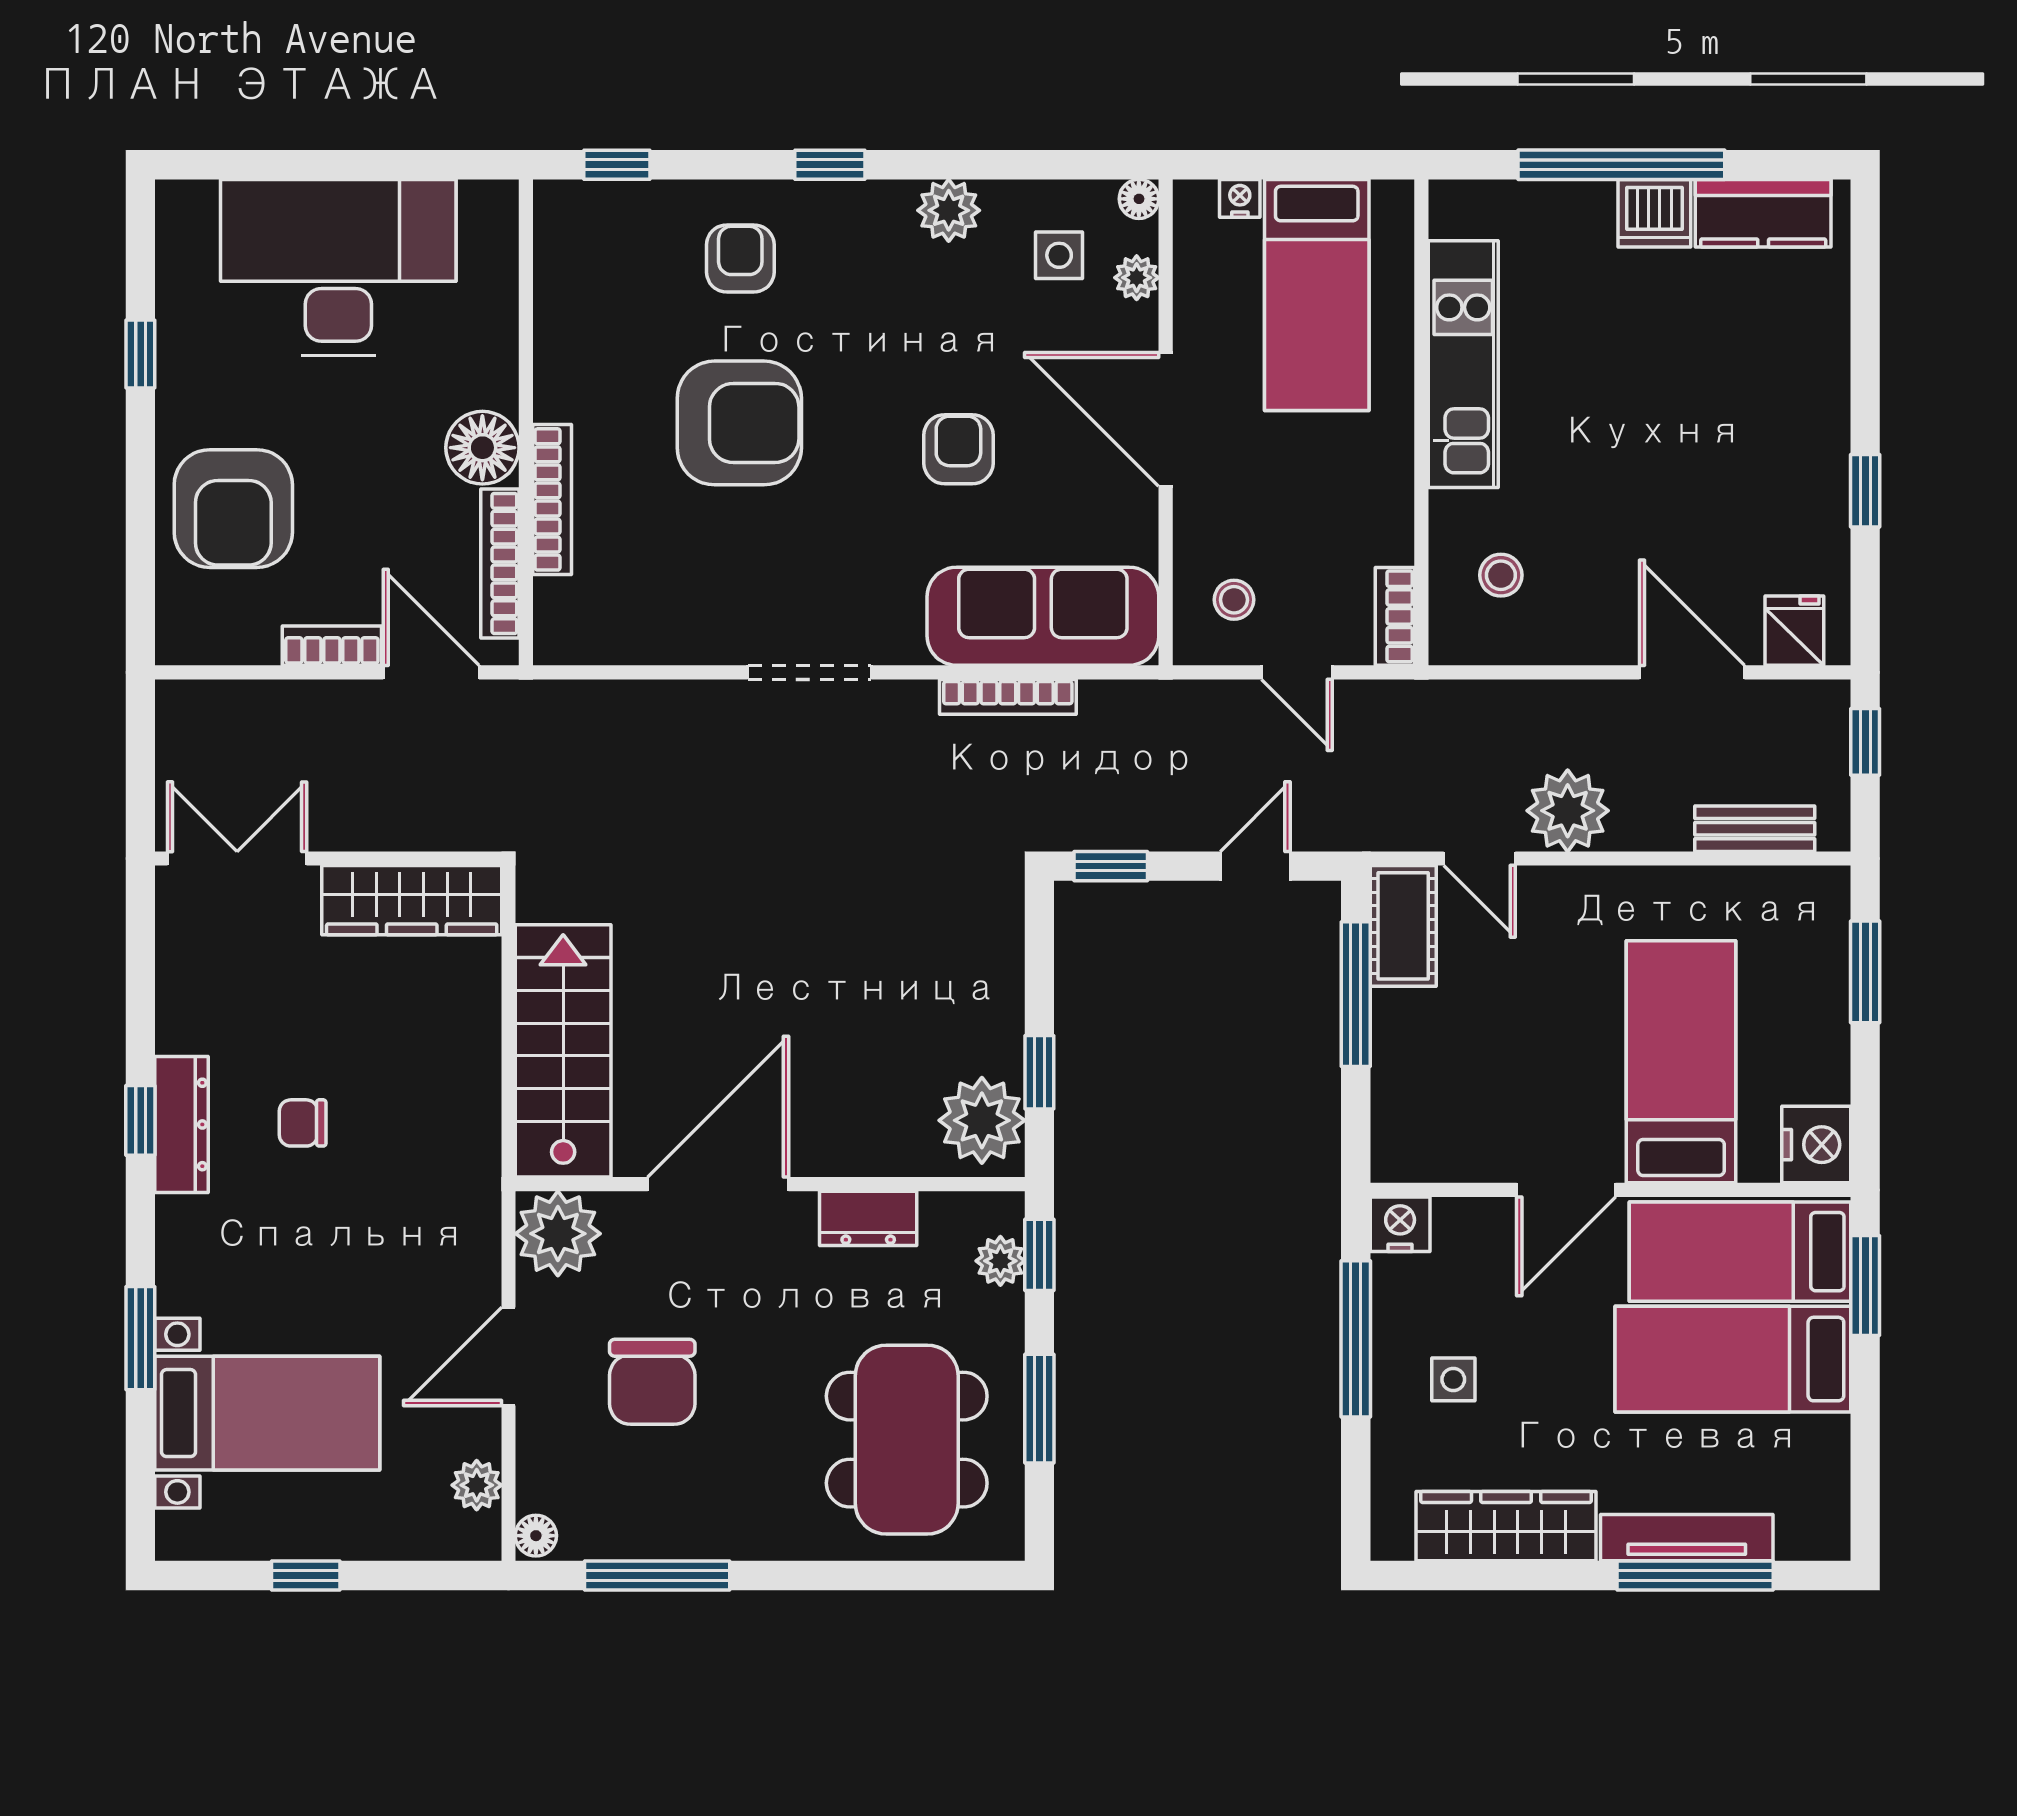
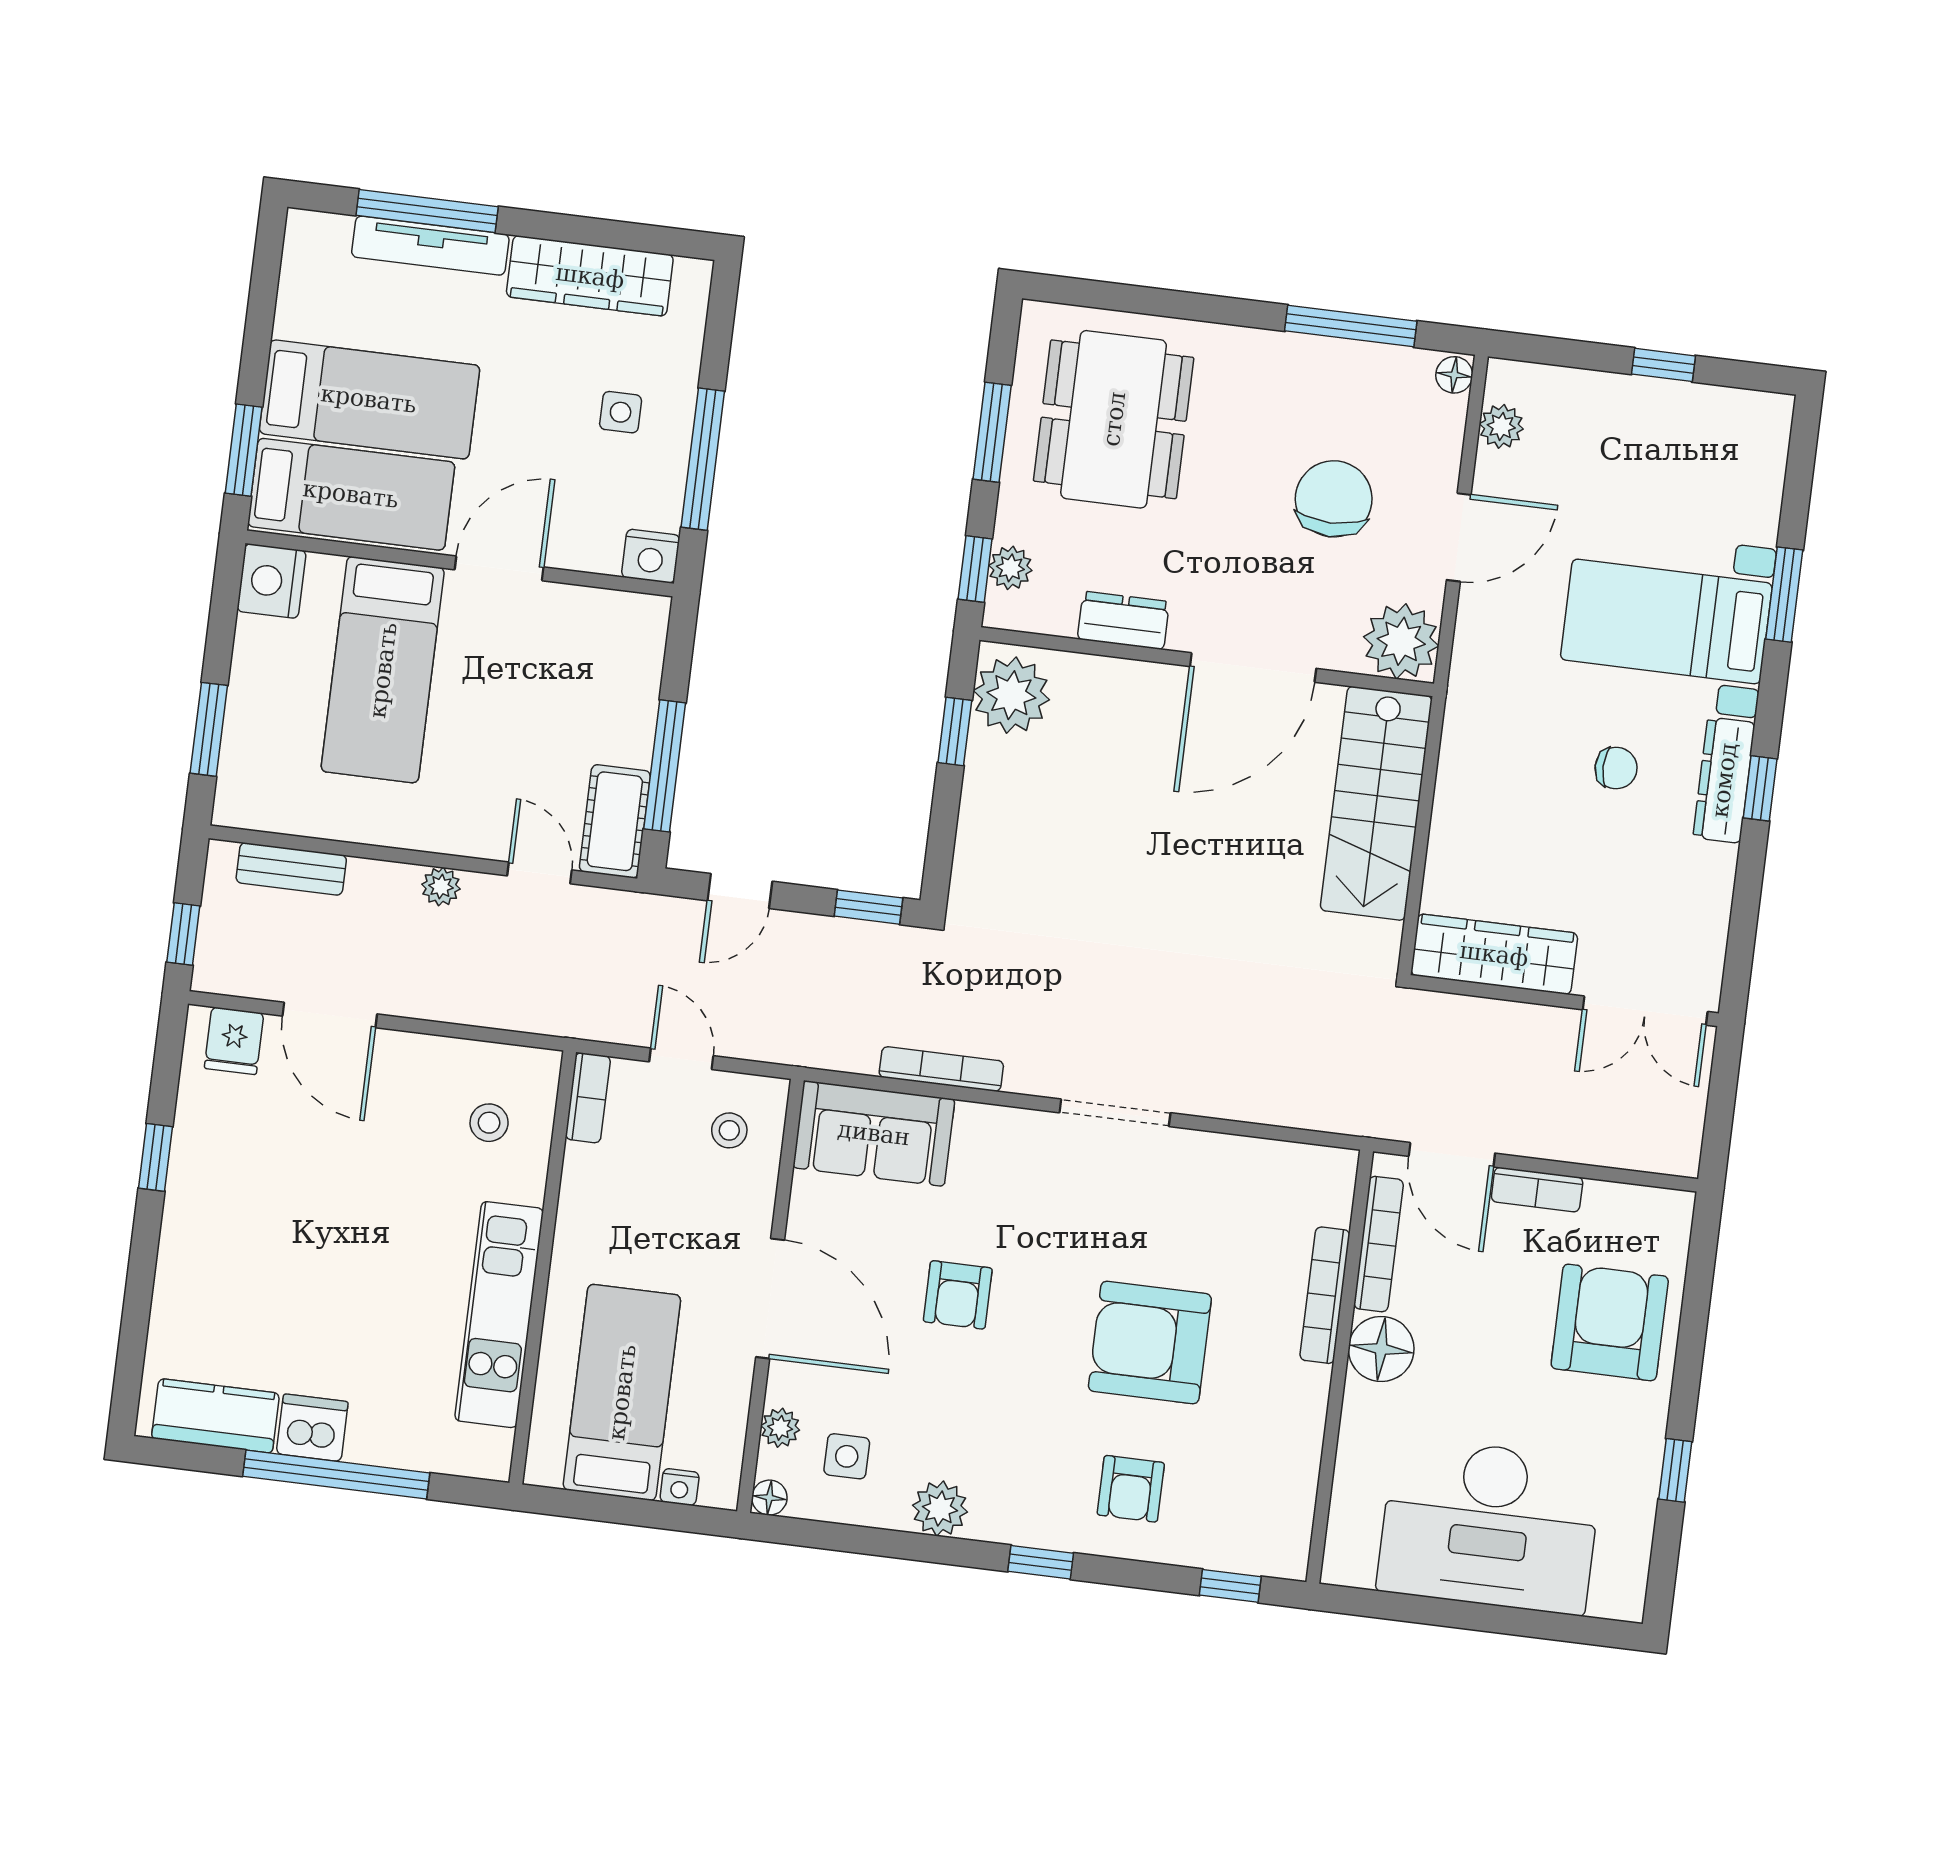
sofa: (1043, 616) -> (874, 1133), width x0.73
plant: (1568, 811) -> (441, 887), width x0.53, depth x0.53
bed with nightstands: (267, 1413) -> (1666, 621), moved

